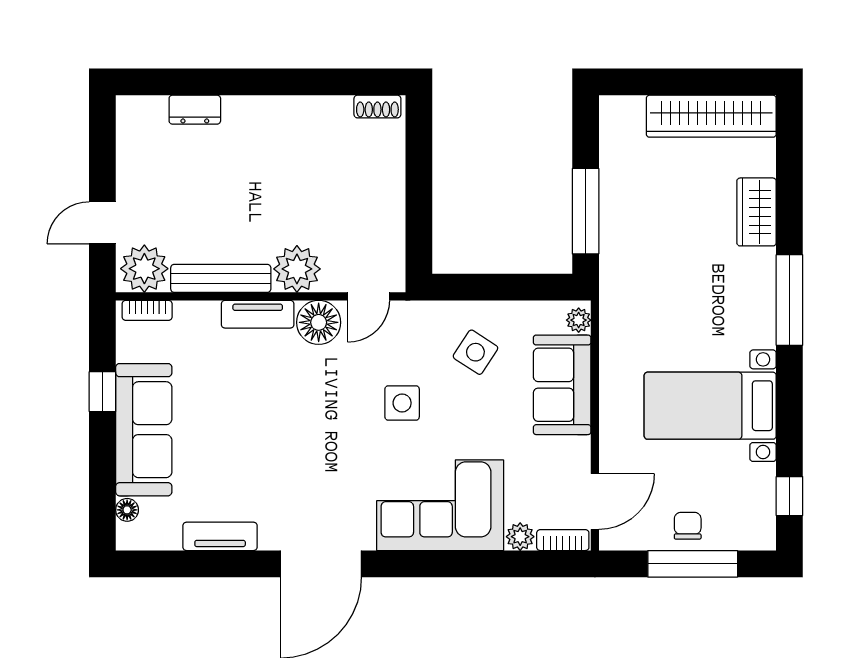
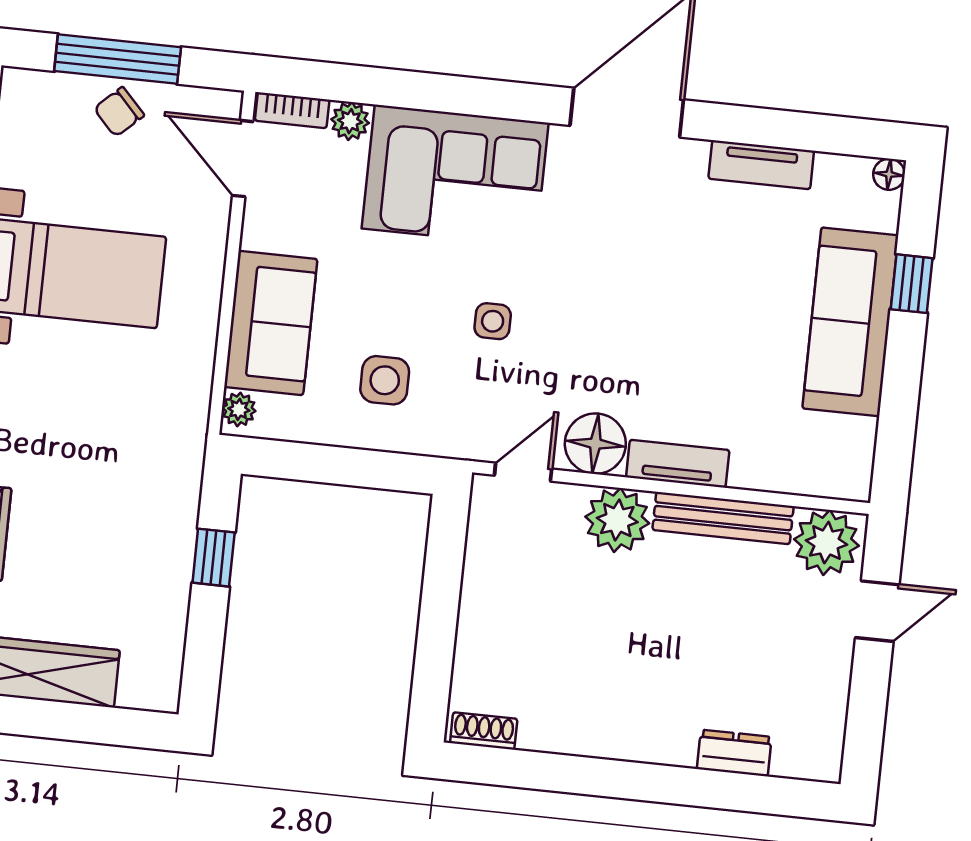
window: (586, 211) -> (214, 558), width x0.46
bookcase: (147, 310) -> (829, 485), removed
side table: (475, 352) -> (385, 380), turned -33
window: (102, 392) -> (912, 284), moved
side table: (402, 403) -> (493, 321), width x0.73, depth x0.73
door: (595, 501) -> (243, 159), hinge flipped
floor lamp: (127, 510) -> (889, 174), moved
chair: (688, 526) -> (119, 112), turned 47

